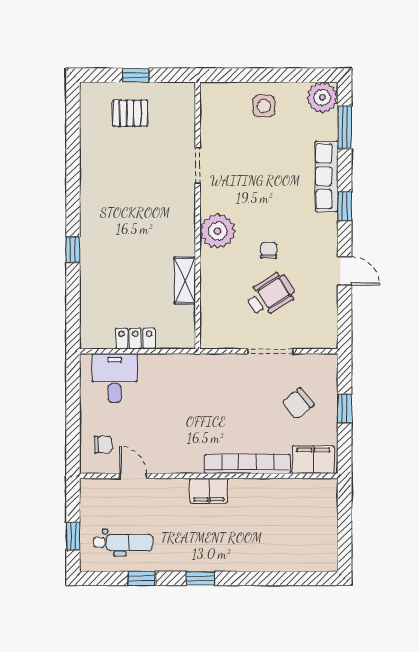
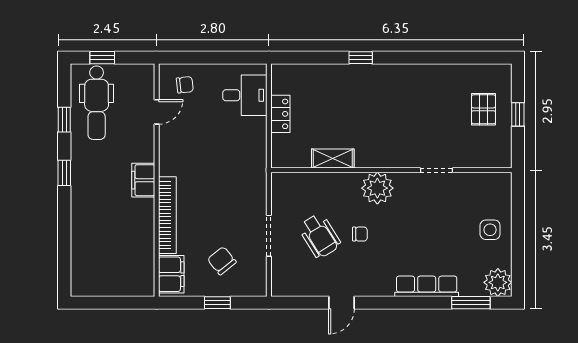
window: (345, 206) -> (400, 303), removed
chair: (103, 445) -> (185, 85), turned -96
dental chair: (123, 543) -> (97, 103), width x1.36, depth x1.38

